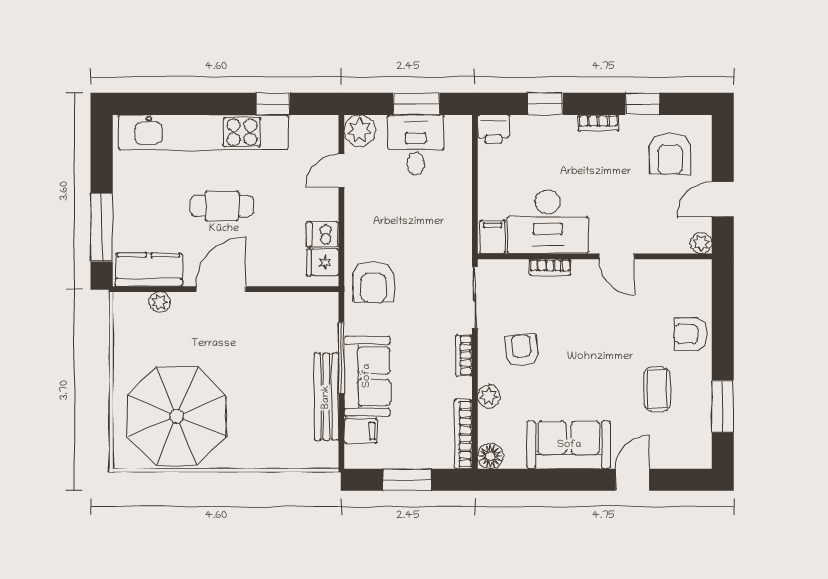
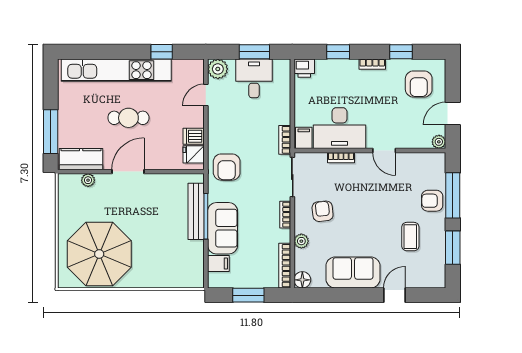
bookcase: (463, 240) -> (285, 140), added
window: (723, 326) -> (453, 195), added
bench: (326, 397) -> (196, 211), moved

